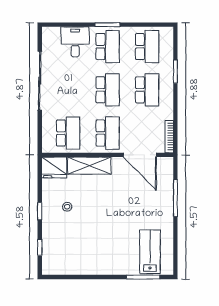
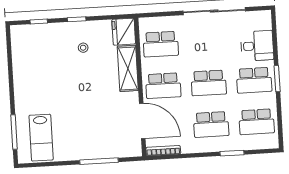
door: (140, 155) -> (142, 121), swing flipped
lab bench: (150, 252) -> (41, 138), turned 90

